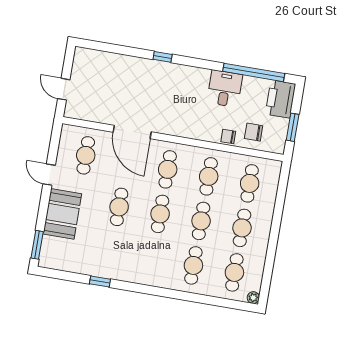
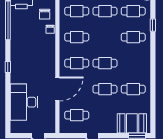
window: (163, 57) -> (8, 67), moved
desk: (225, 89) -> (24, 102), moved, width x1.87, depth x1.30
booth: (62, 214) -> (132, 123), moved
cafe table: (201, 221) -> (133, 89), moved
window: (100, 282) -> (153, 25), moved

